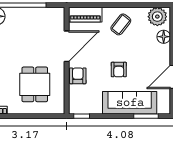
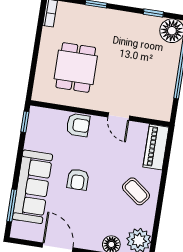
door: (67, 46) -> (119, 117), width x0.53
armchair: (119, 70) -> (78, 180), turned -90
dining table: (35, 84) -> (76, 67), turned 90

